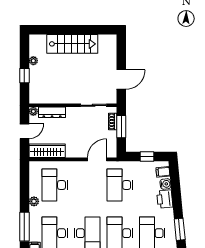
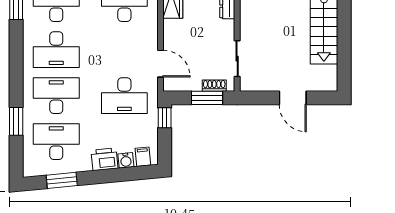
door: (121, 80) -> (293, 98), moved
window: (147, 157) -> (165, 118), moved
desk: (120, 185) -> (124, 96), turned 180

